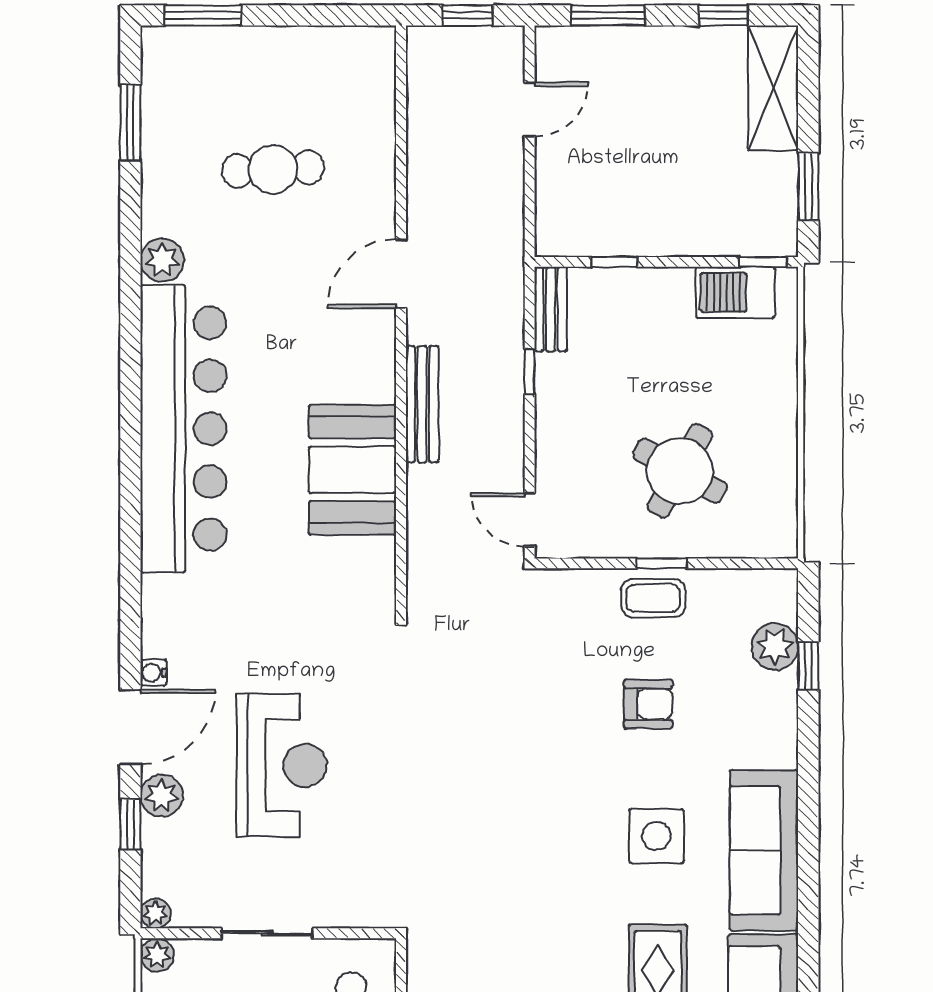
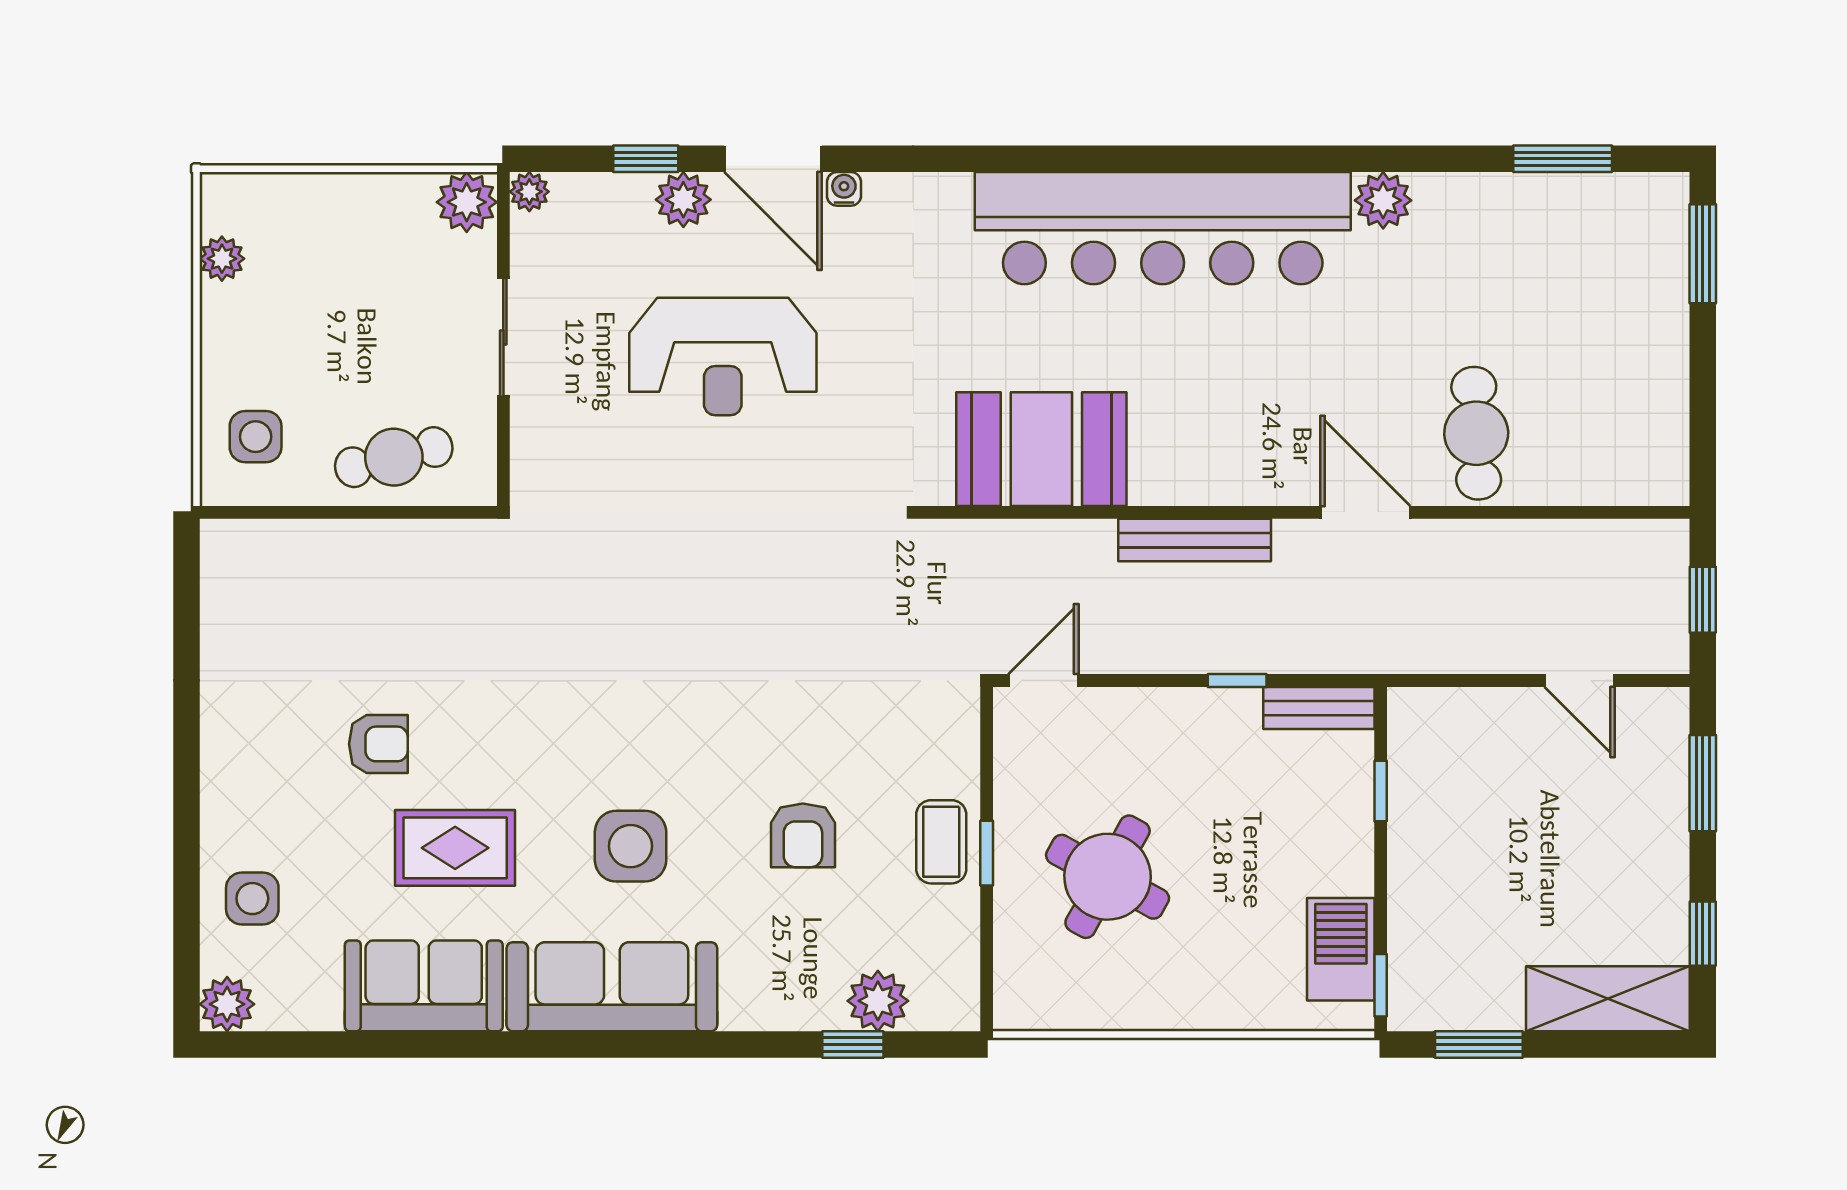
cafe table: (273, 169) -> (1476, 433), moved
booth: (352, 470) -> (1041, 449), moved
plant: (157, 955) -> (467, 202), width x1.38, depth x1.38

